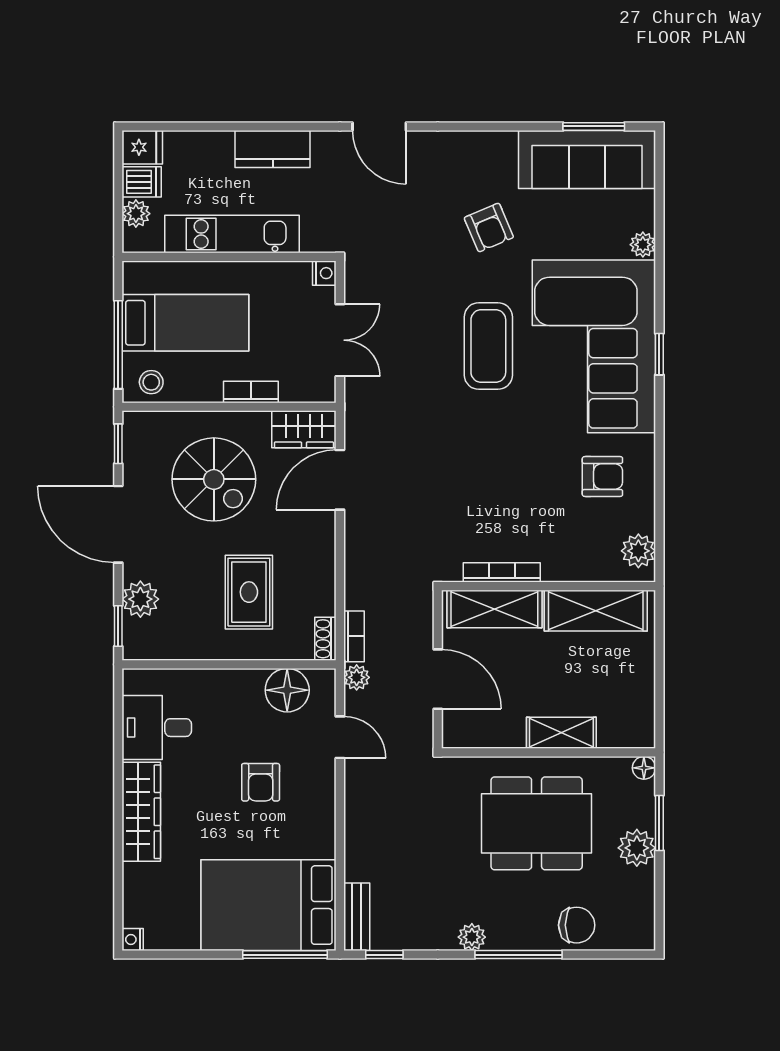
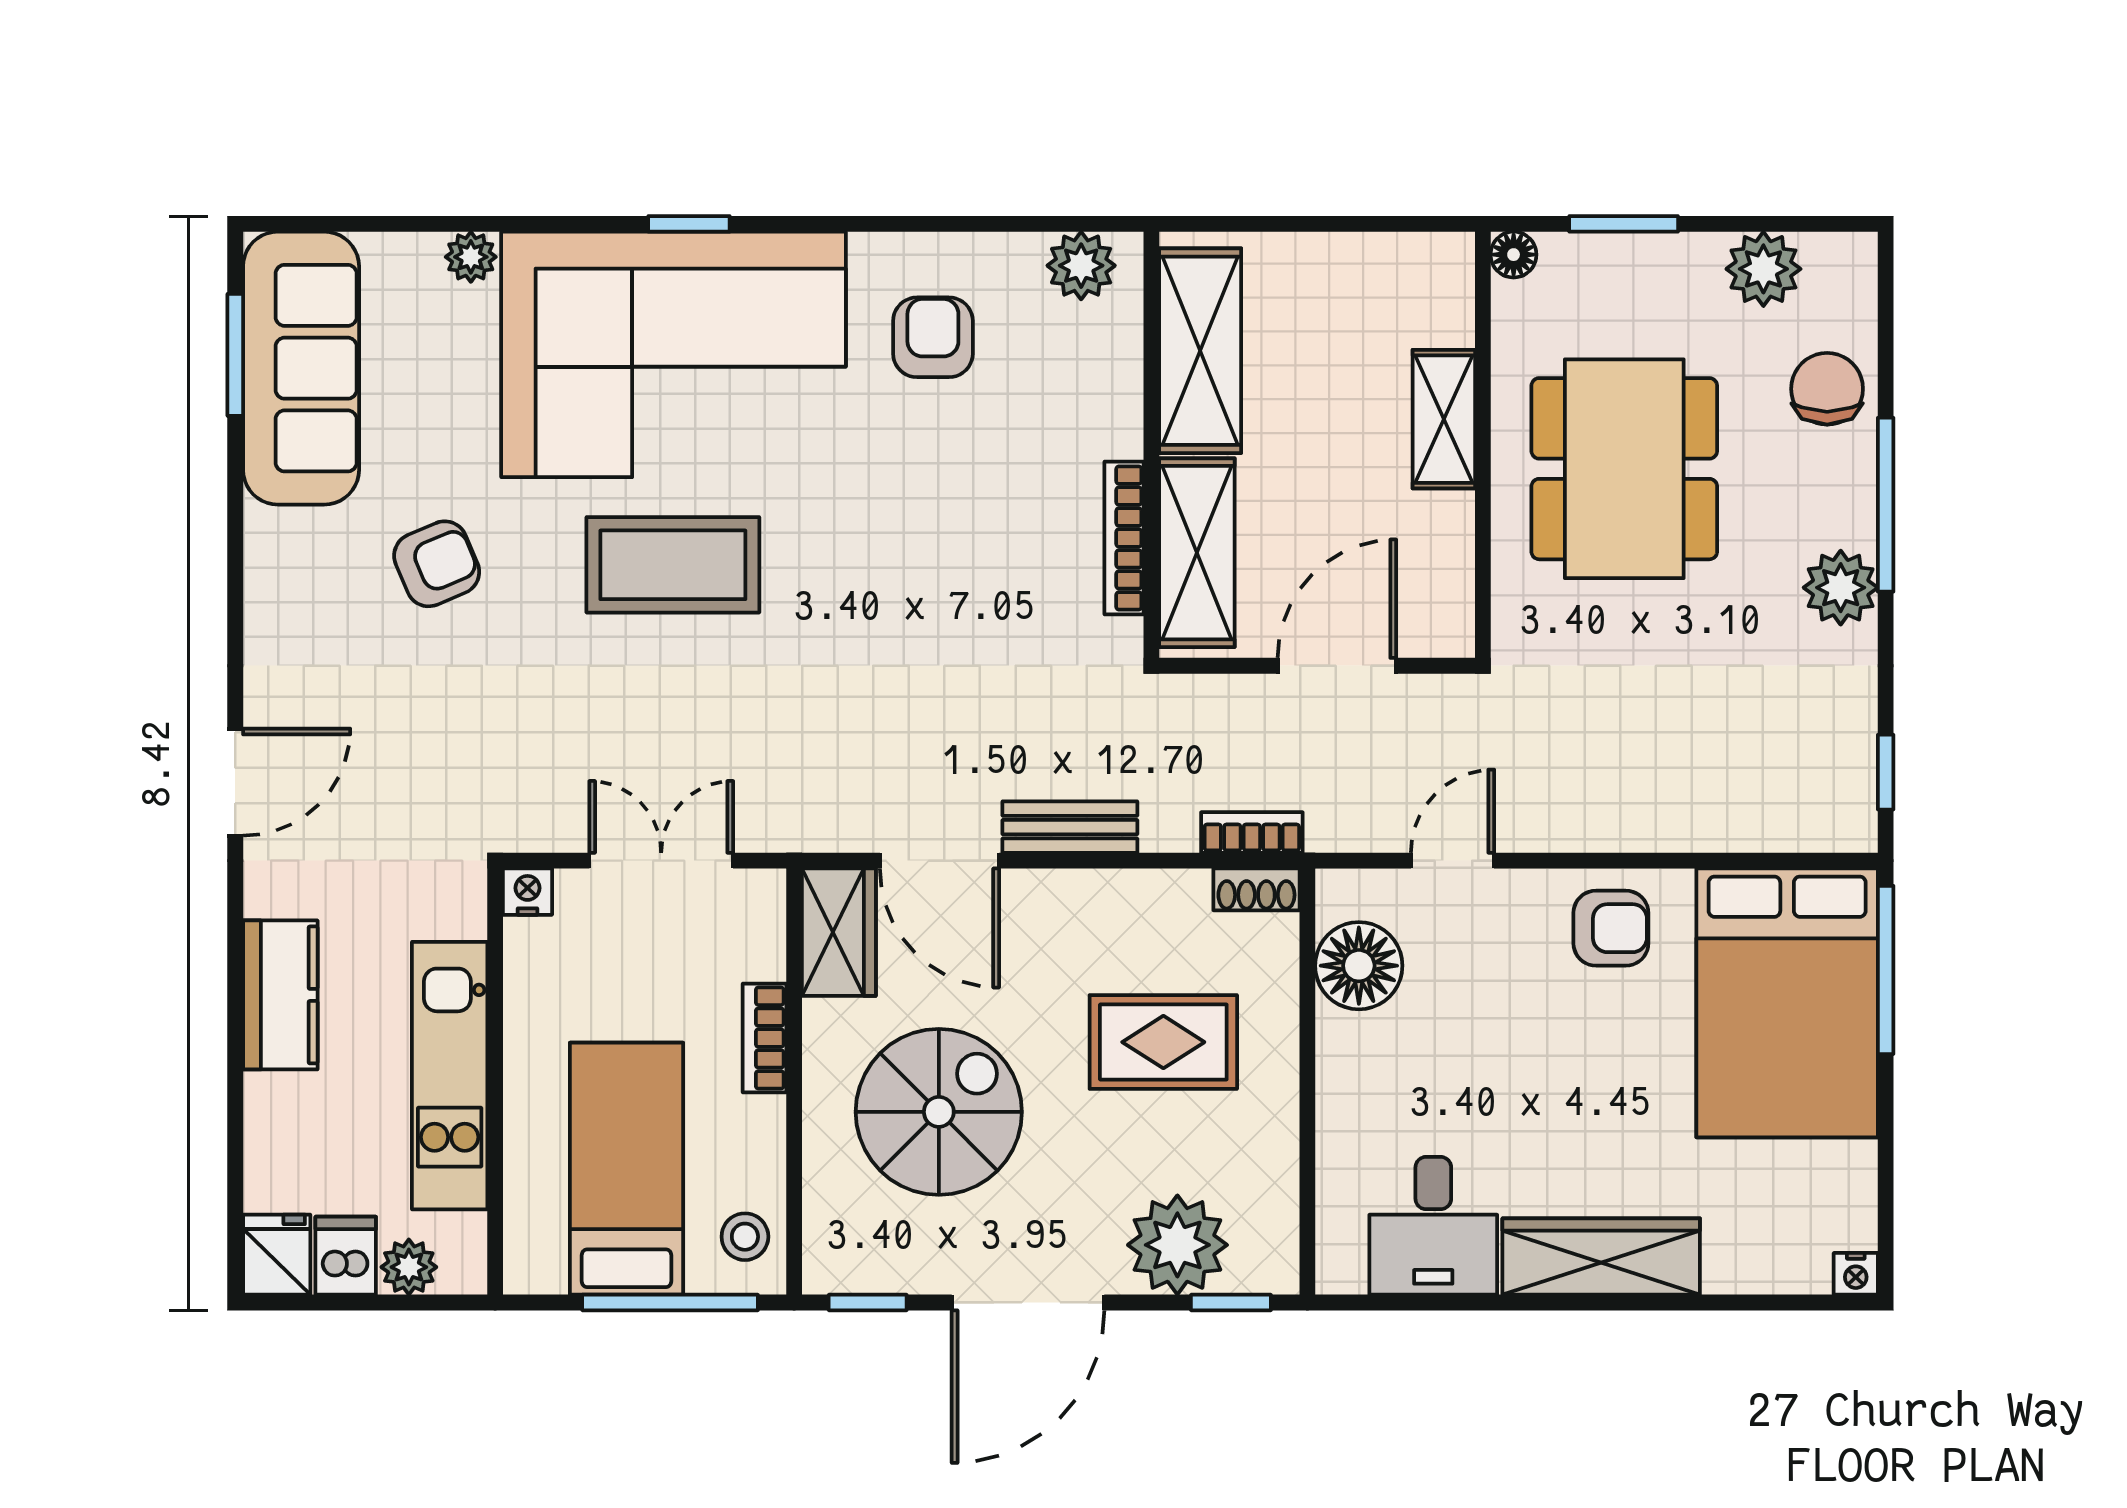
plant: (140, 599) -> (1177, 1245), width x1.36, depth x1.36
plant: (357, 677) -> (1333, 827), removed
armchair: (261, 782) -> (1611, 928), moved
plant: (637, 848) -> (1763, 269), moved
bench: (357, 917) -> (1070, 827), moved
plant: (472, 937) -> (1841, 588), width x1.38, depth x1.38

